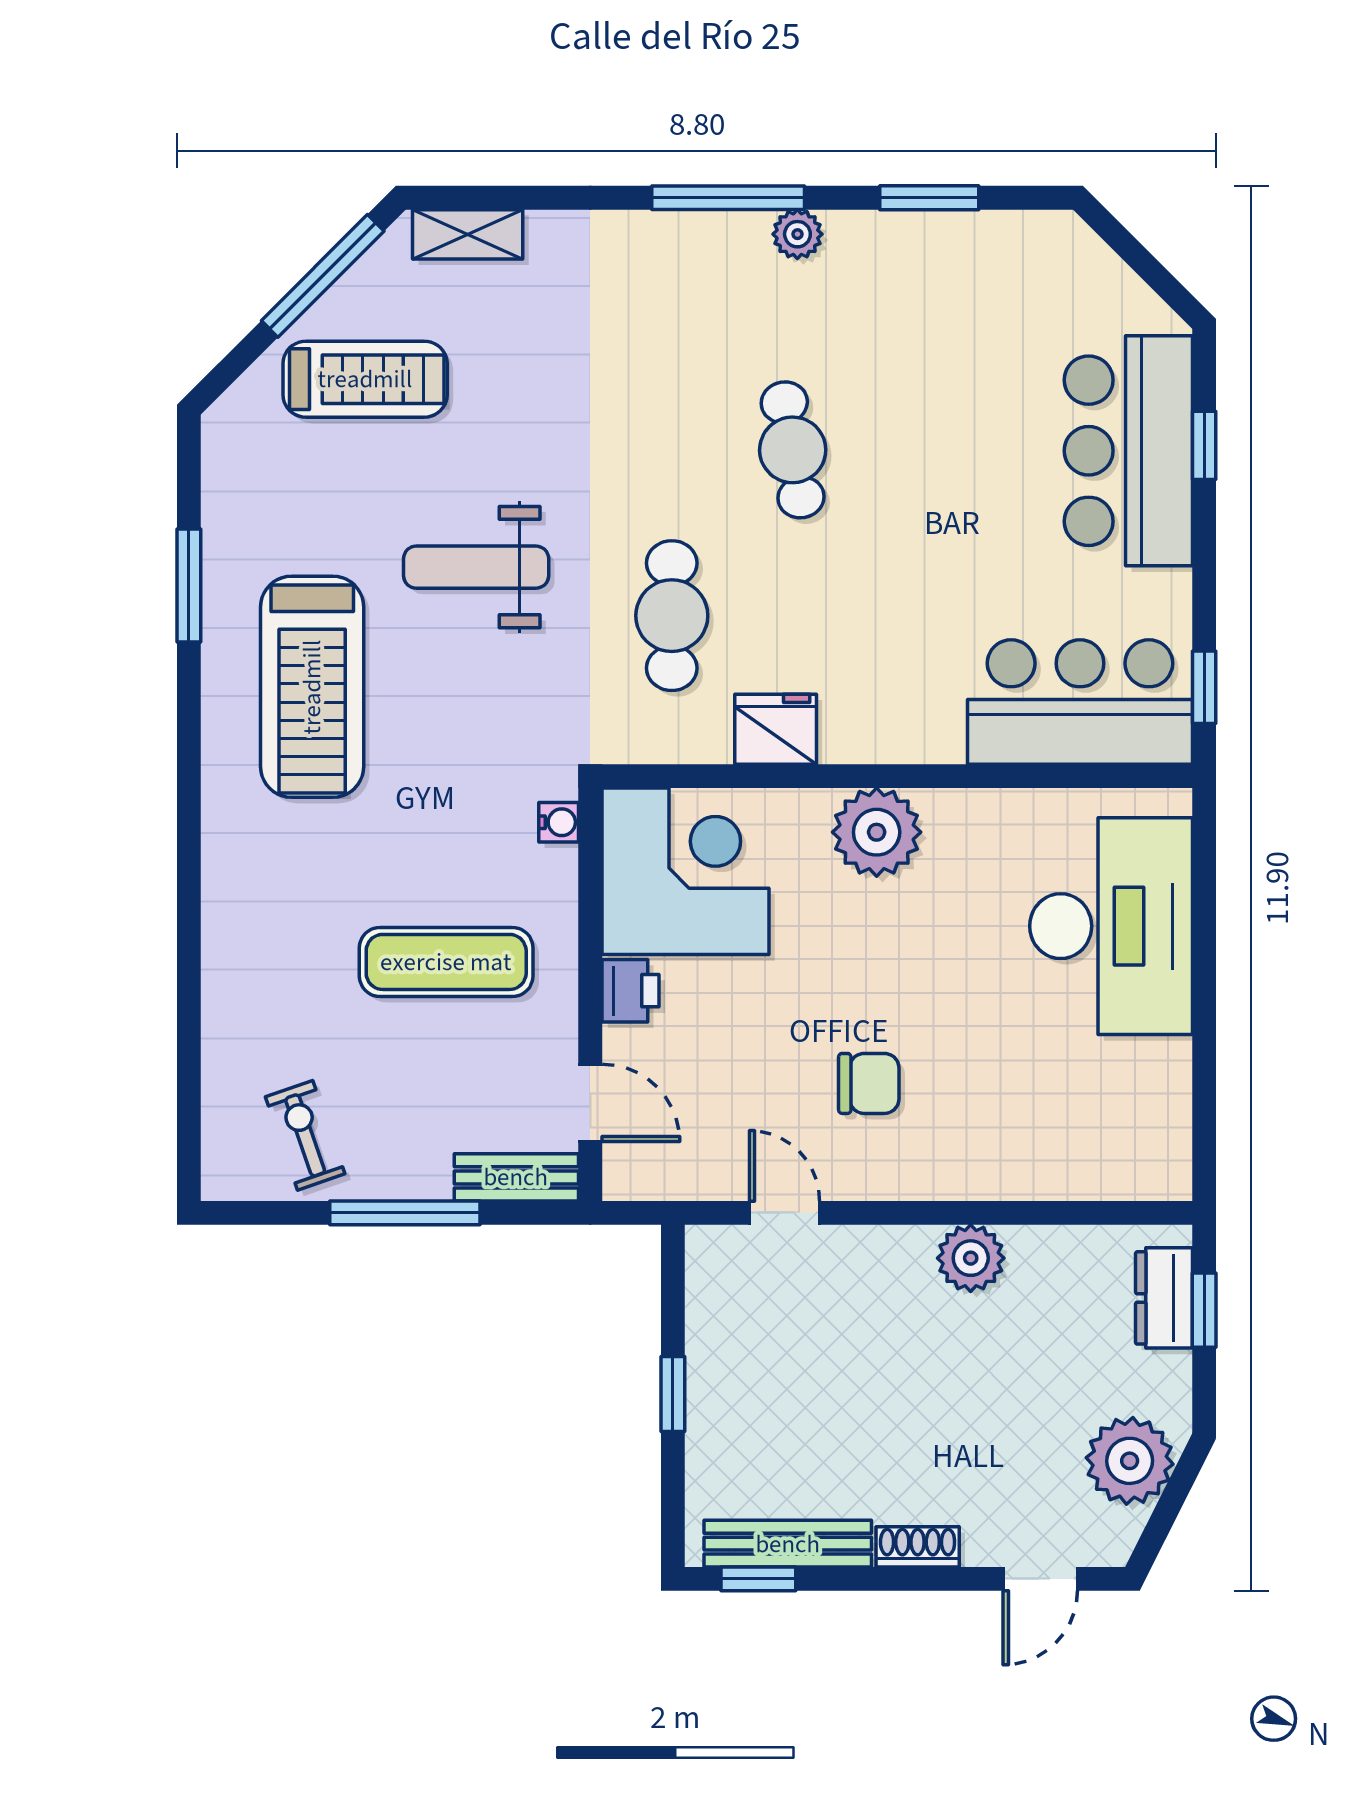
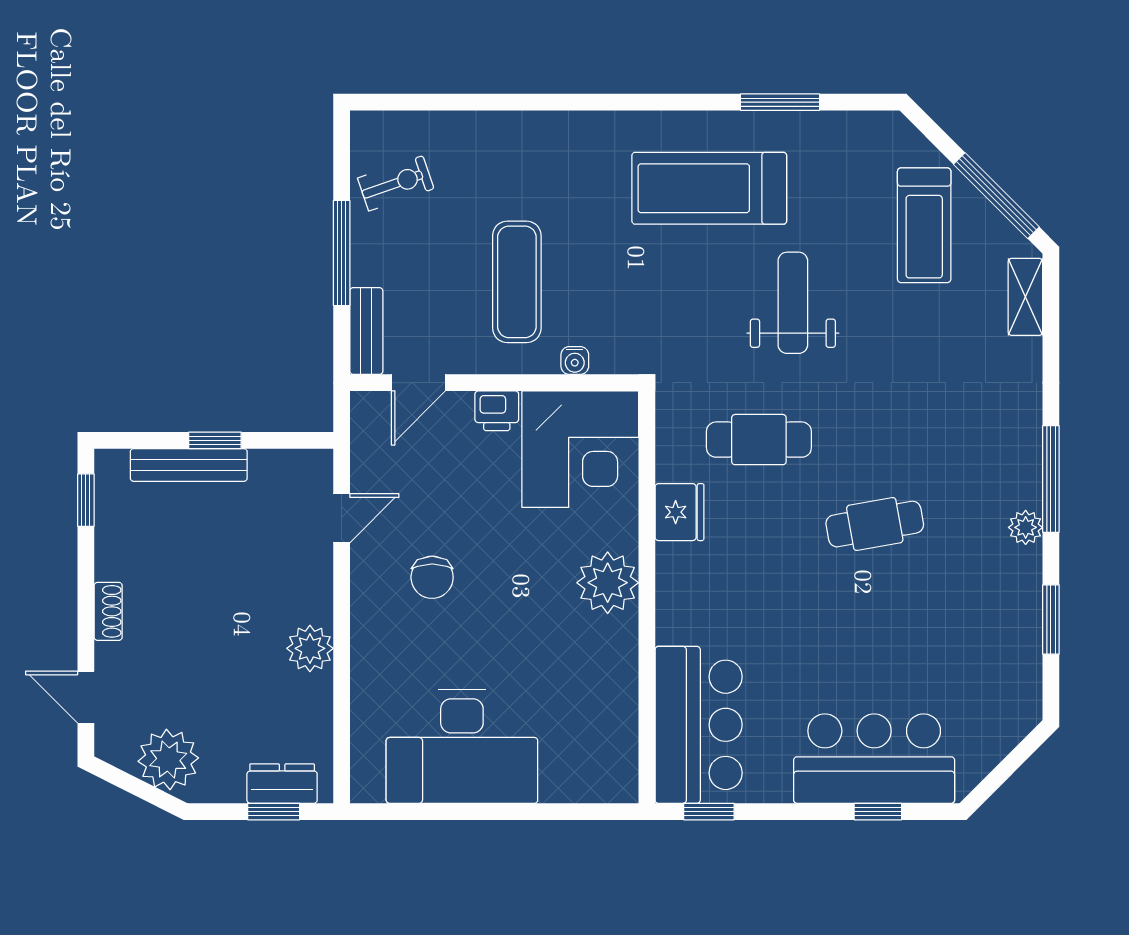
water cooler: (559, 822) -> (575, 360), moved
desk: (1111, 926) -> (462, 747), moved
bench: (788, 1544) -> (189, 465), moved, turned 90

